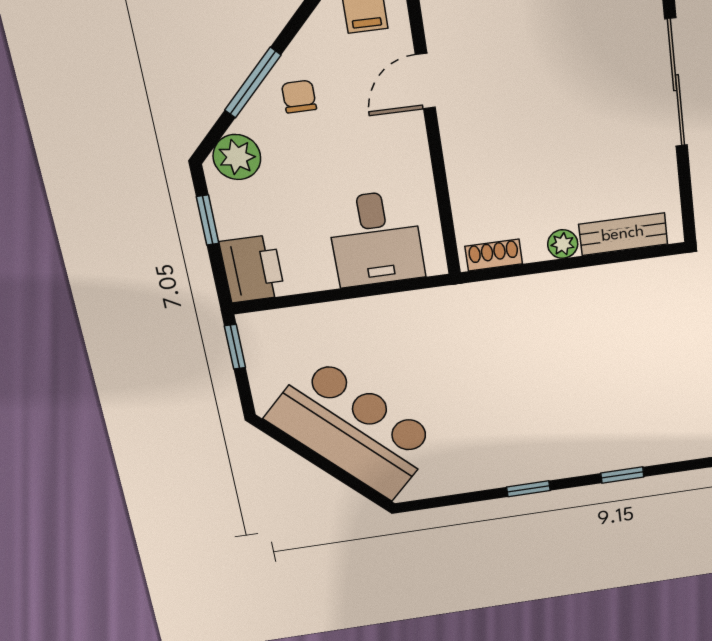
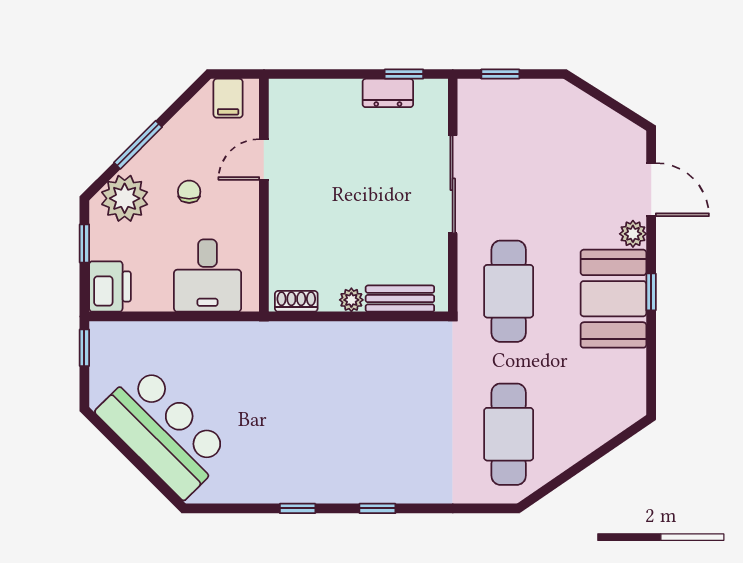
chair: (299, 97) -> (189, 192), moved
plant: (237, 157) -> (125, 198), width x1.36, depth x1.36

